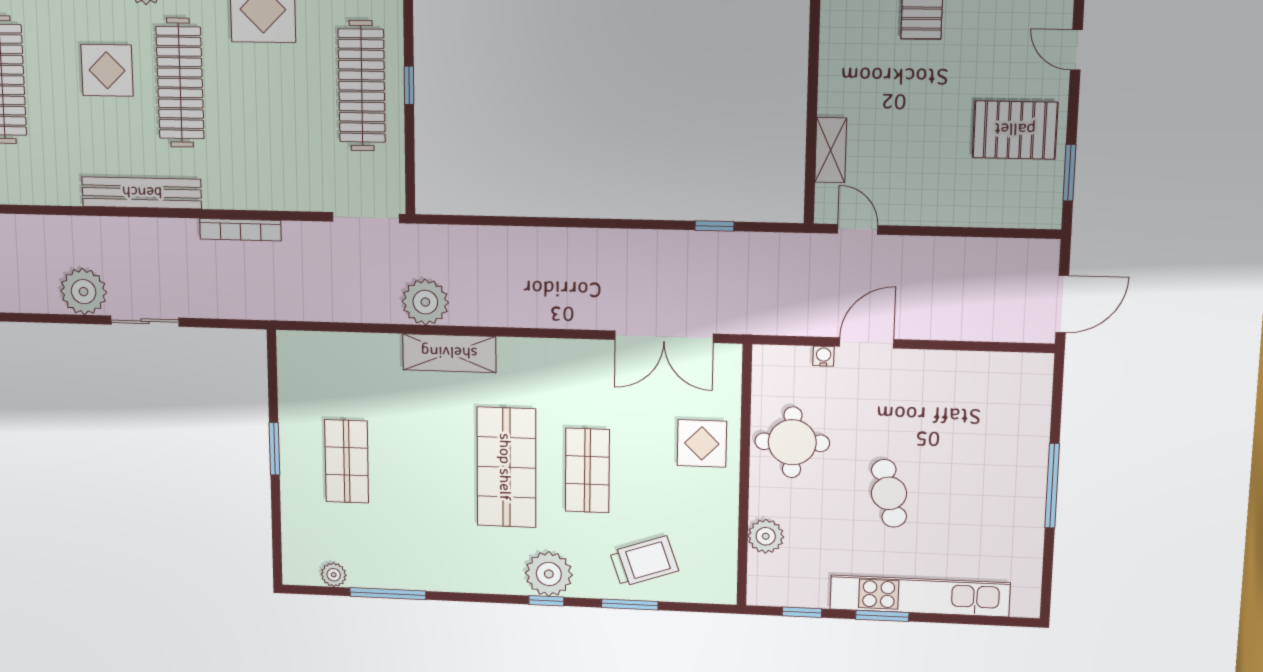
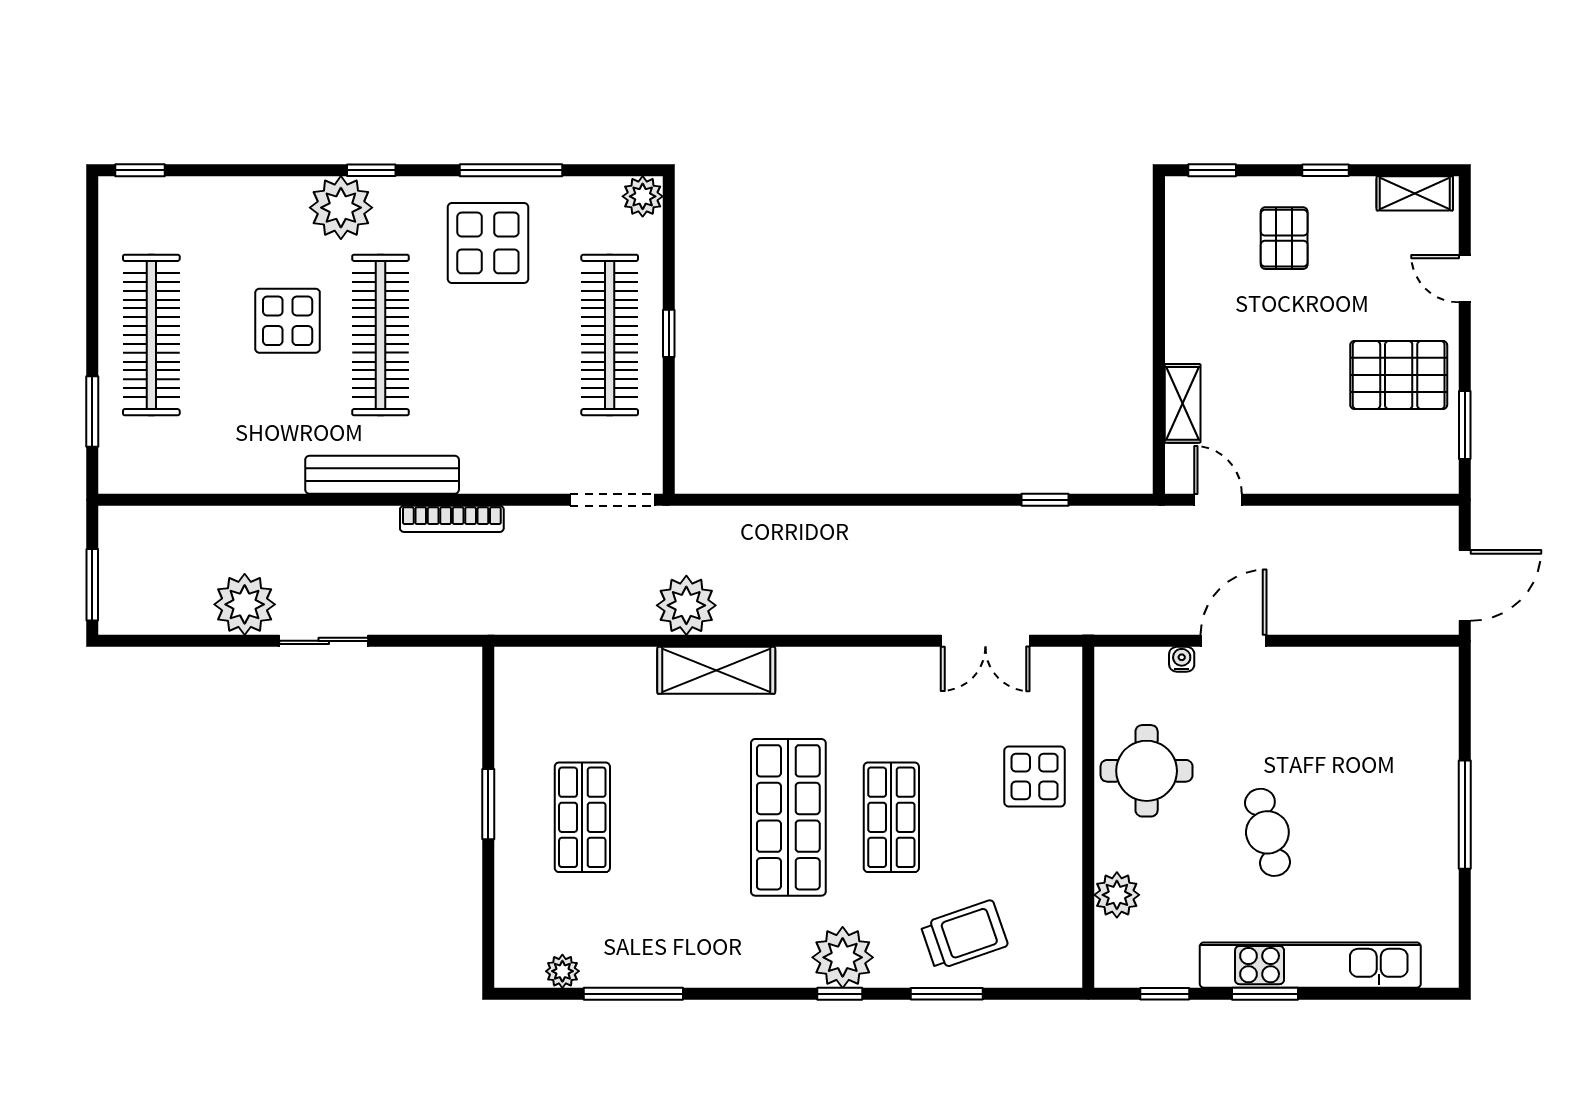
bench: (142, 193) -> (382, 475), moved
double door: (664, 337) -> (985, 641), width x0.73

